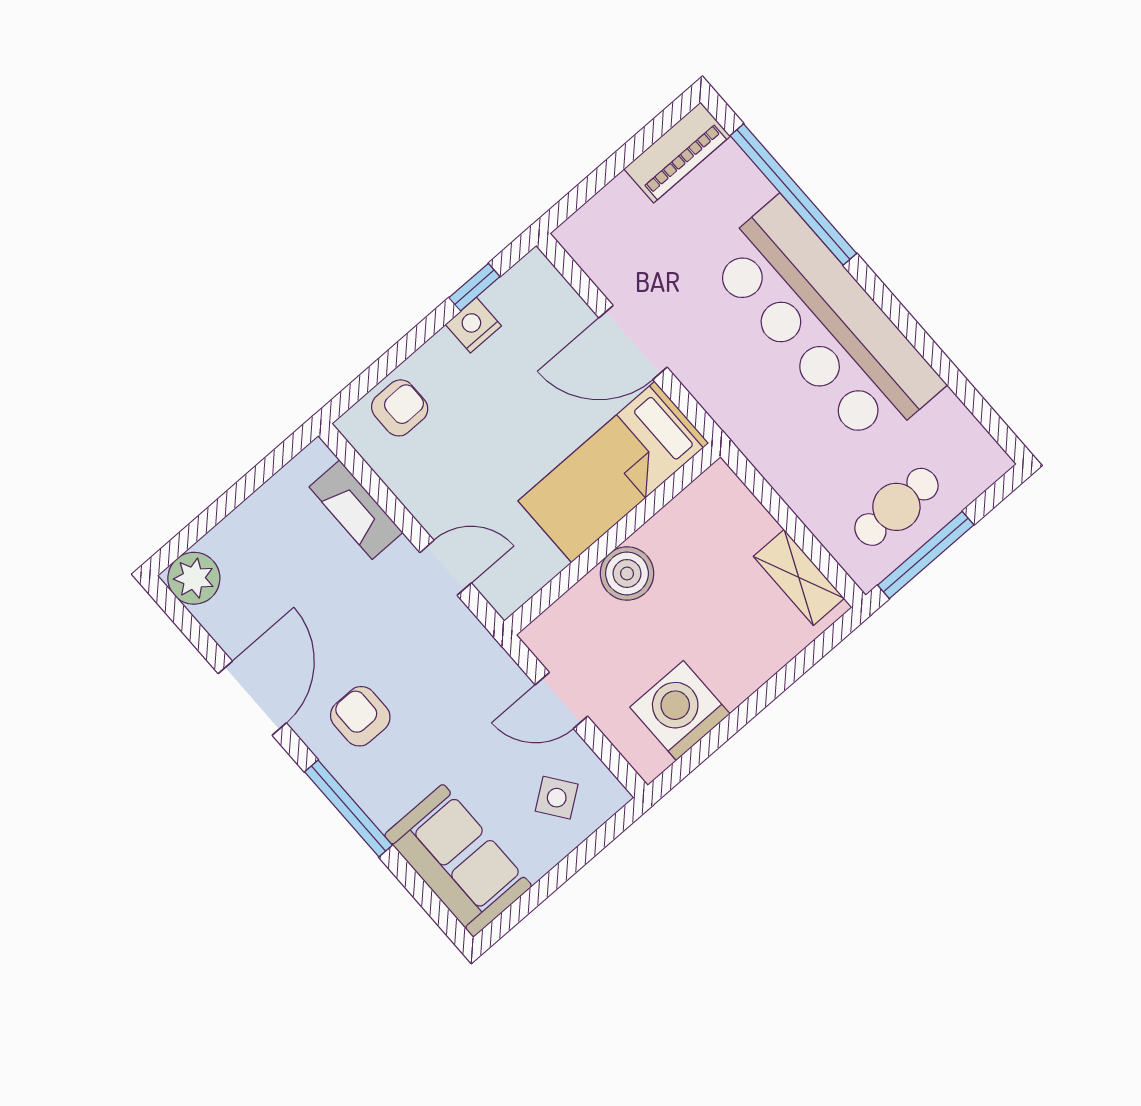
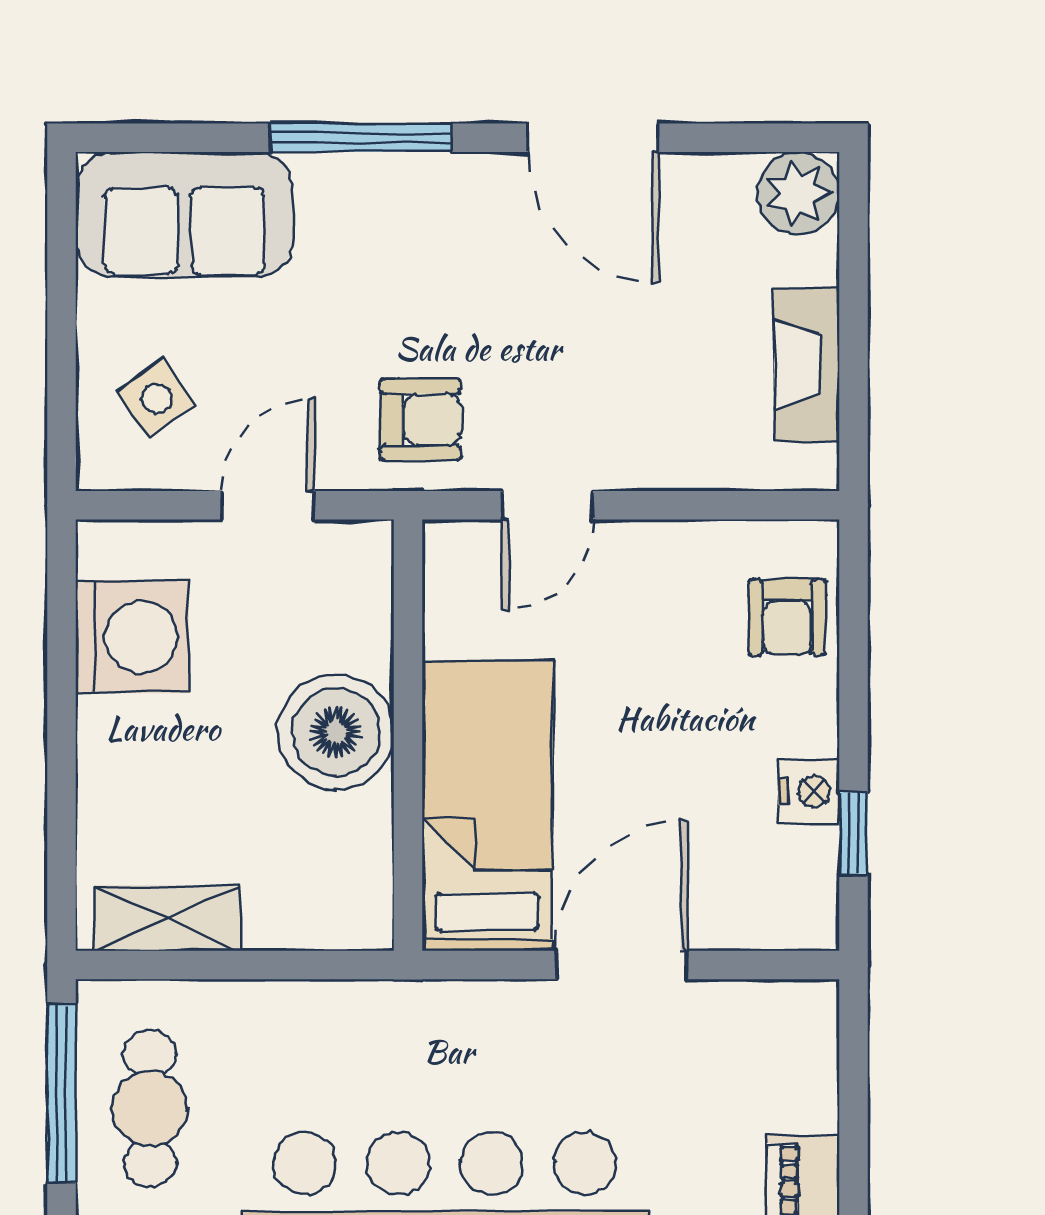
fireplace: (356, 510) -> (807, 364), moved, turned -90
boiler: (627, 573) -> (336, 732), width x1.37, depth x1.37
armchair: (360, 716) -> (420, 420), moved

